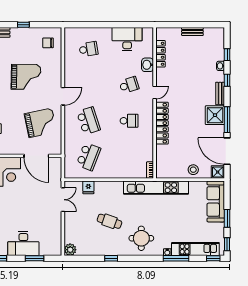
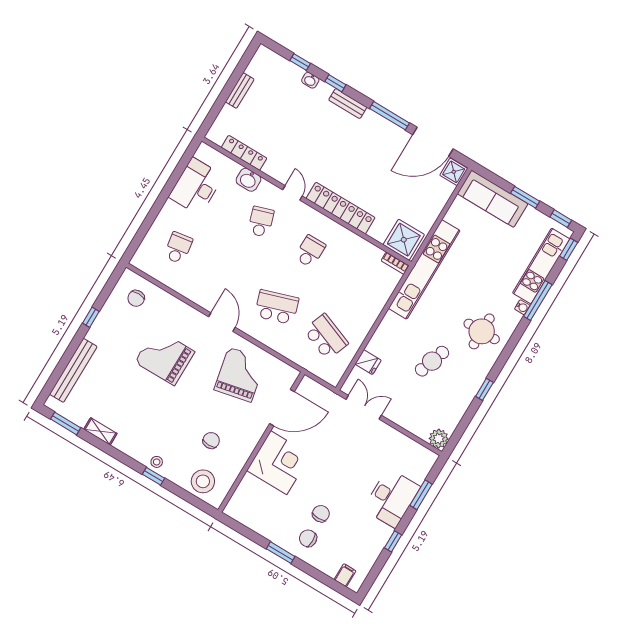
grand piano: (26, 77) -> (165, 357), turned -91
shower: (215, 115) -> (404, 240), moved
stool: (193, 170) -> (430, 203), removed

